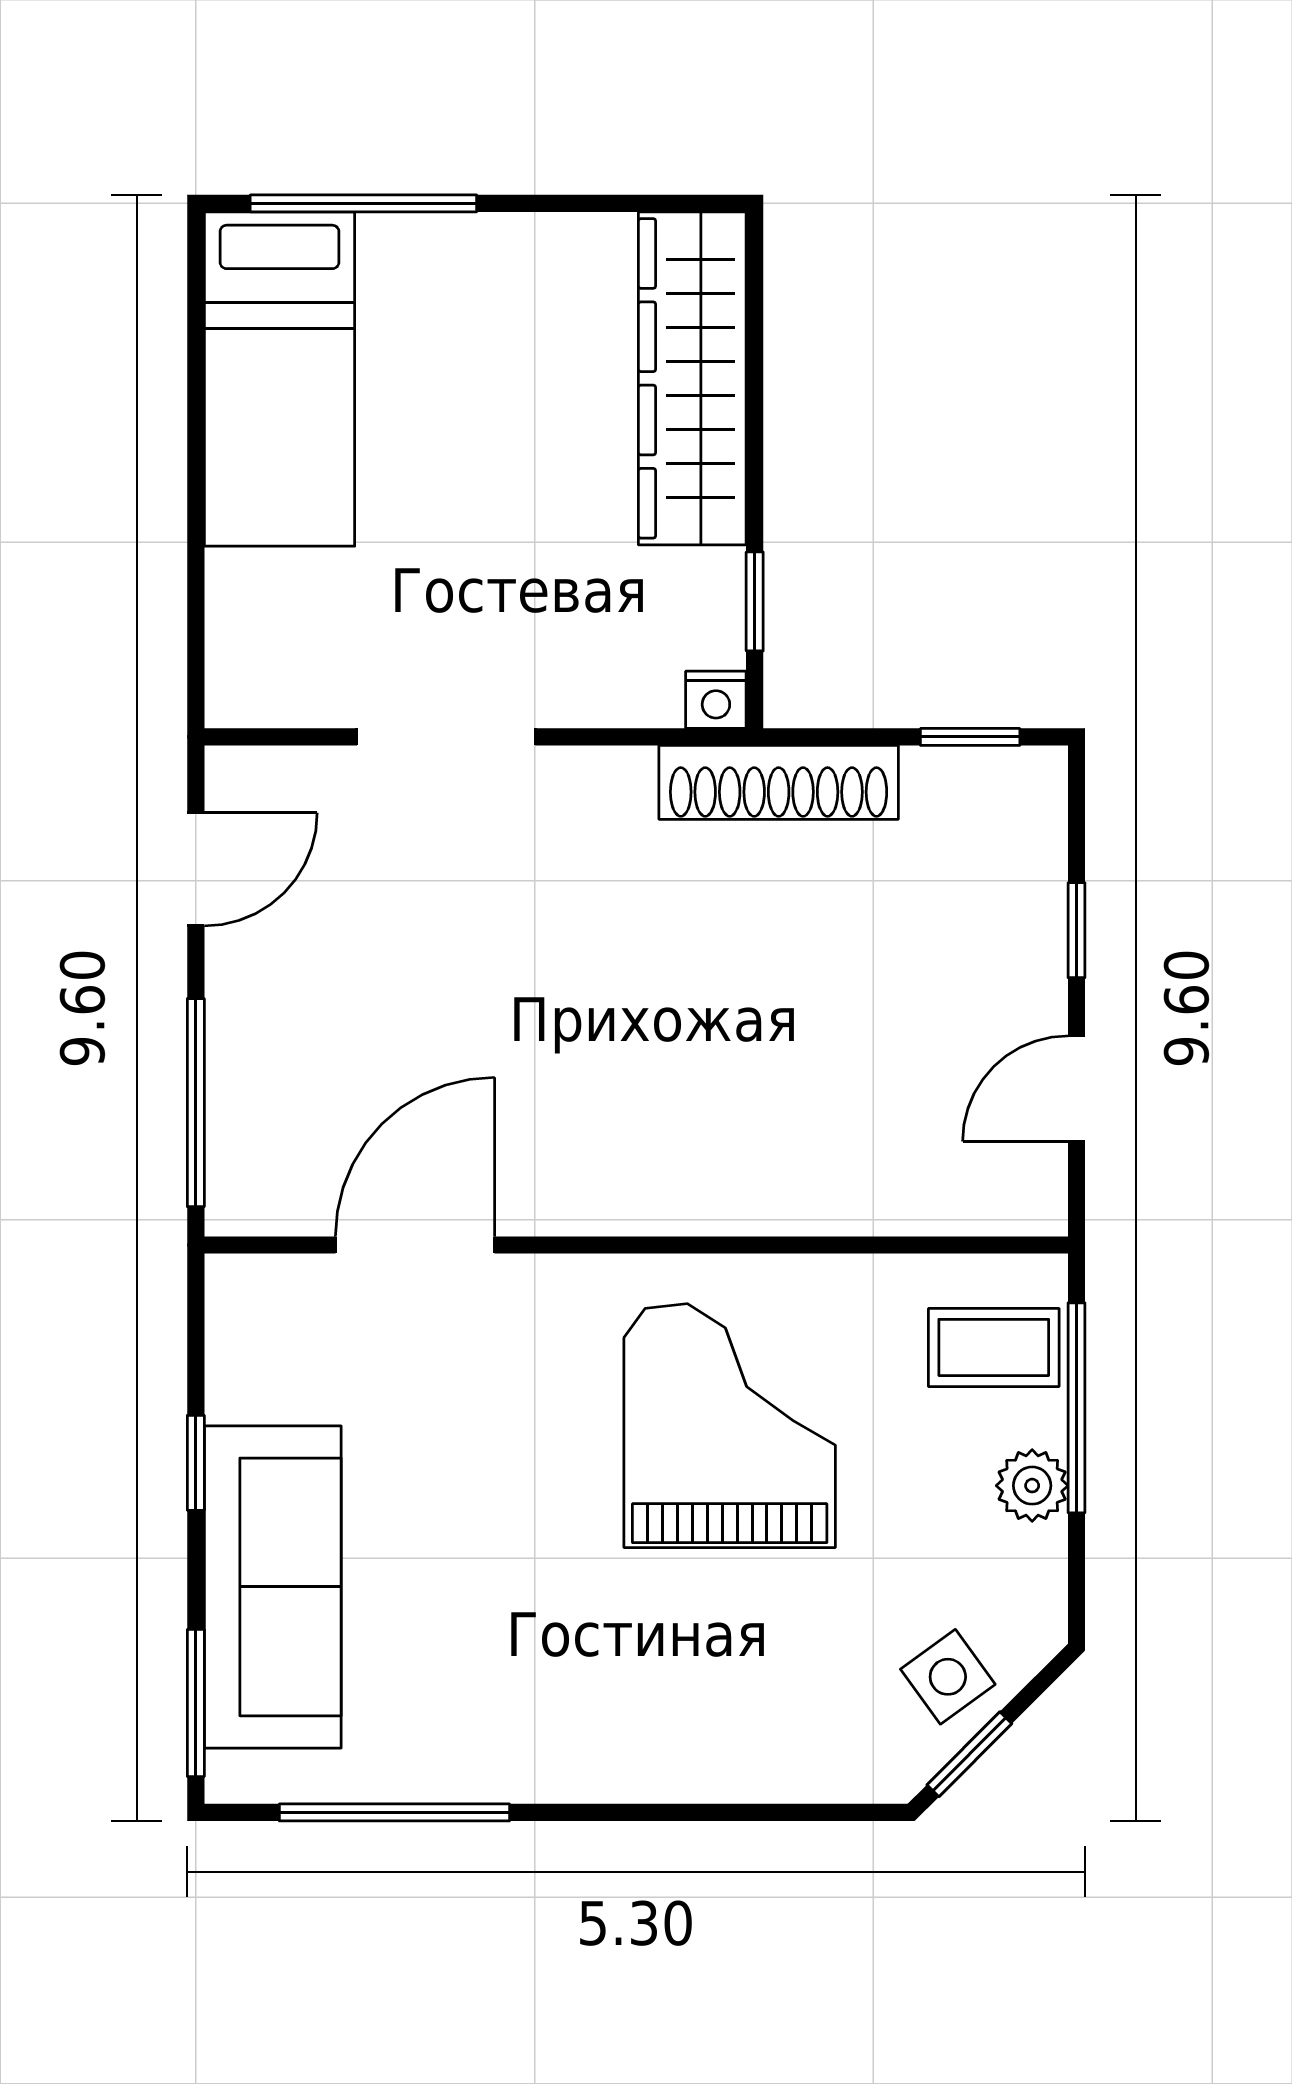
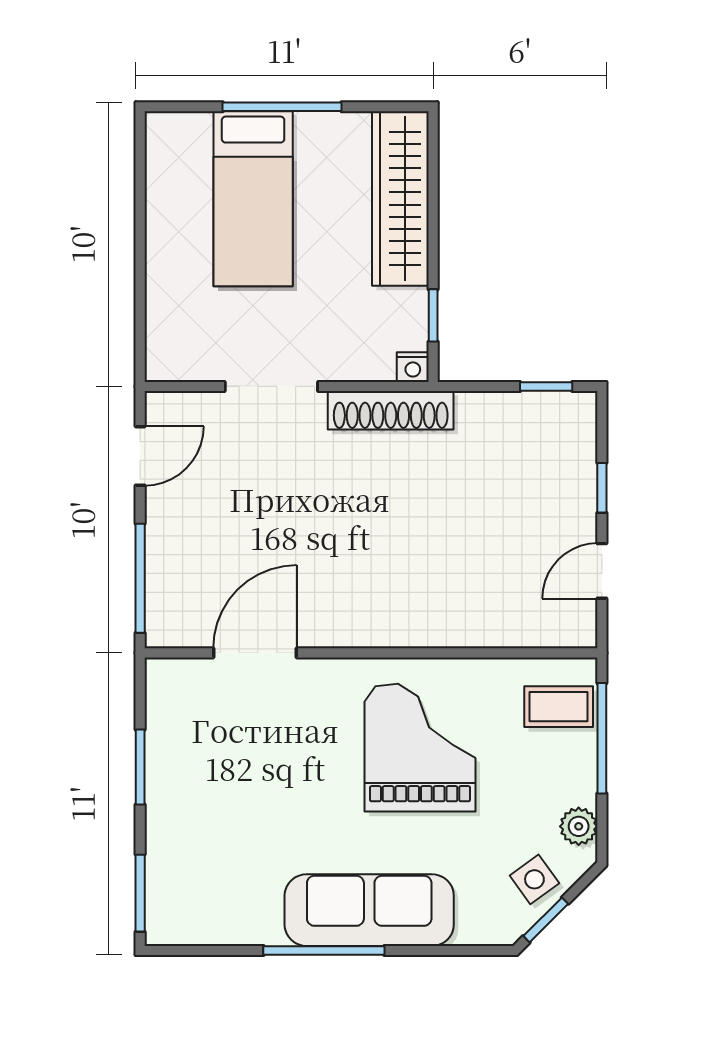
window: (363, 203) -> (282, 107), moved
bed: (279, 379) -> (253, 199), moved
shoe rack: (779, 782) -> (391, 410), moved
window: (196, 1463) -> (140, 767), width x1.50
plant: (1032, 1486) -> (579, 826), moved
sofa: (273, 1587) -> (369, 910), moved, turned -90
window: (394, 1812) -> (324, 950), moved

